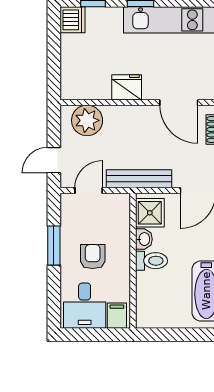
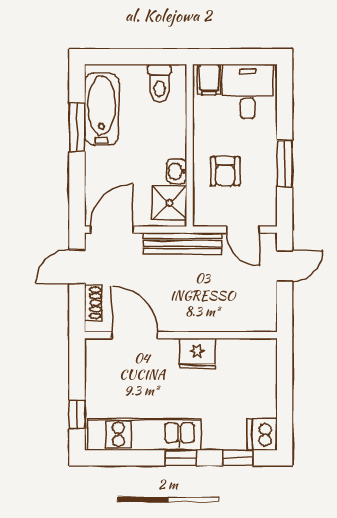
plant: (87, 120) -> (245, 314), removed
door: (89, 190) -> (243, 230), hinge flipped
armchair: (93, 257) -> (225, 171), moved
toilet: (151, 261) -> (159, 83), moved, turned -90

